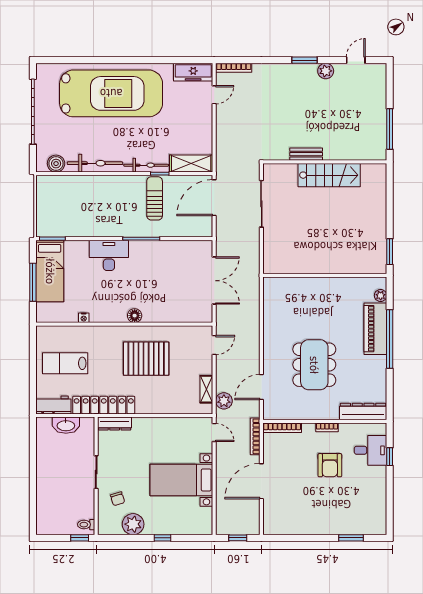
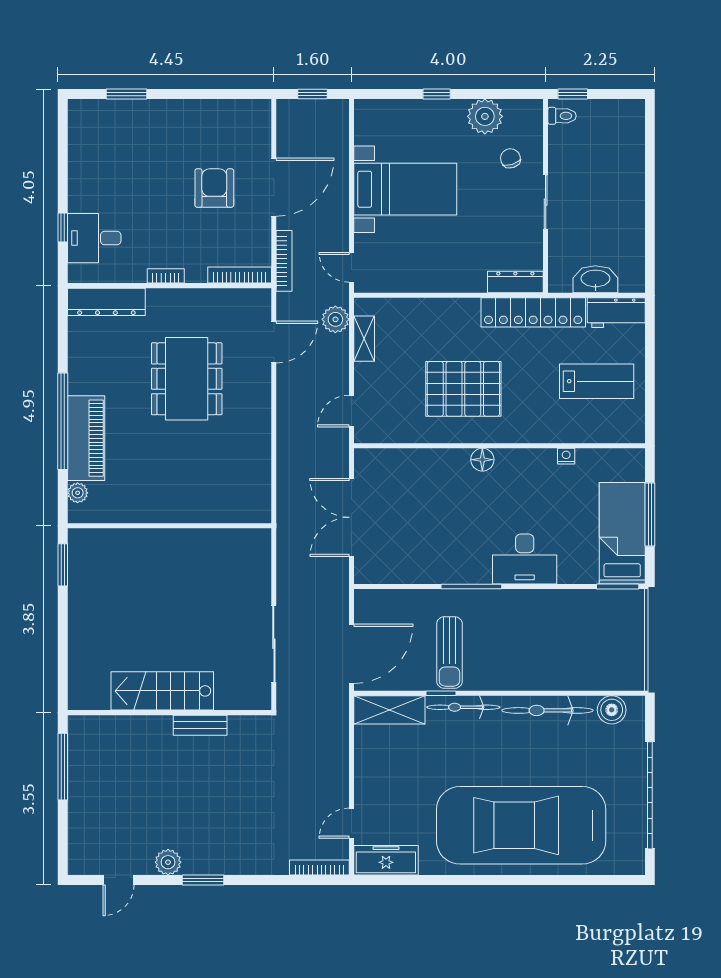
armchair: (330, 465) -> (214, 188), moved

